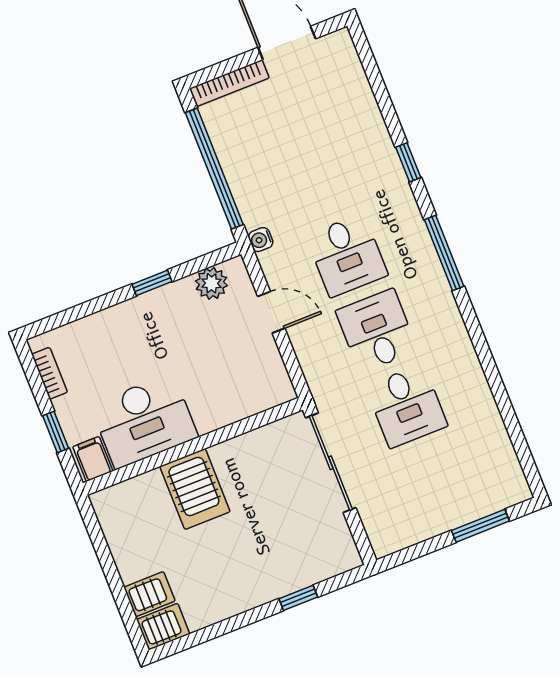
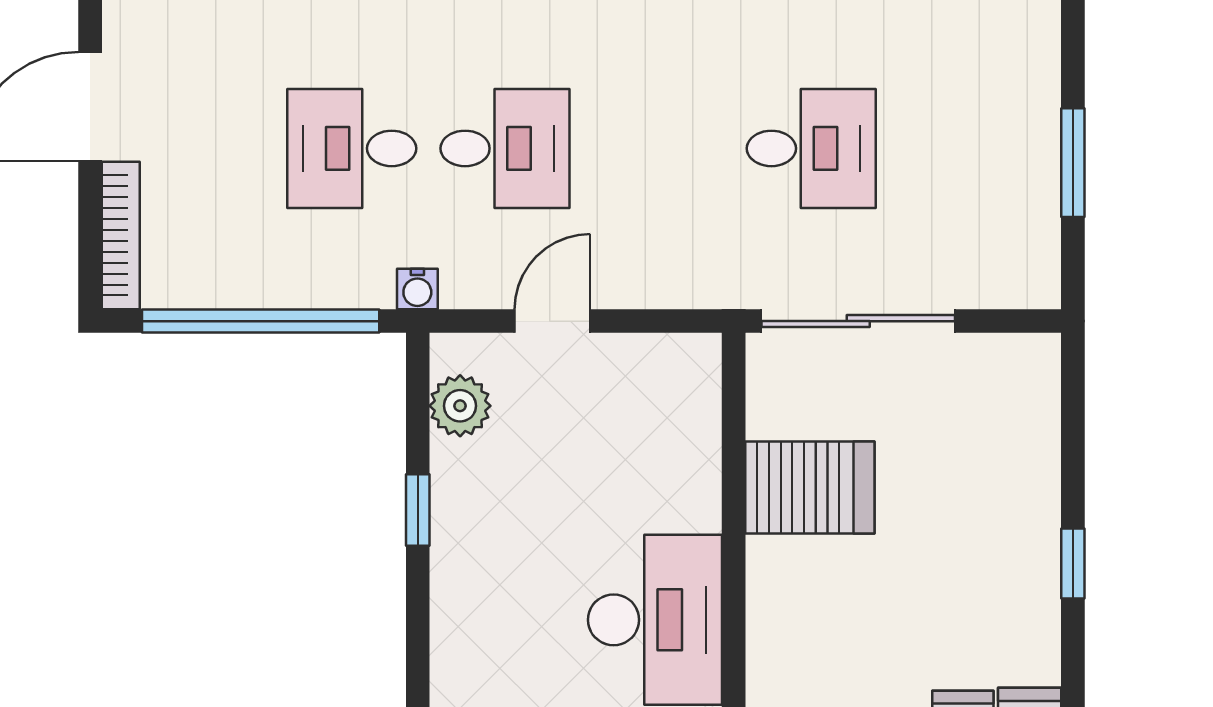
desk: (377, 331) -> (352, 148), moved
server rack: (195, 489) -> (810, 487), moved
window: (480, 526) -> (1073, 163), moved
window: (298, 598) -> (1073, 563), moved

